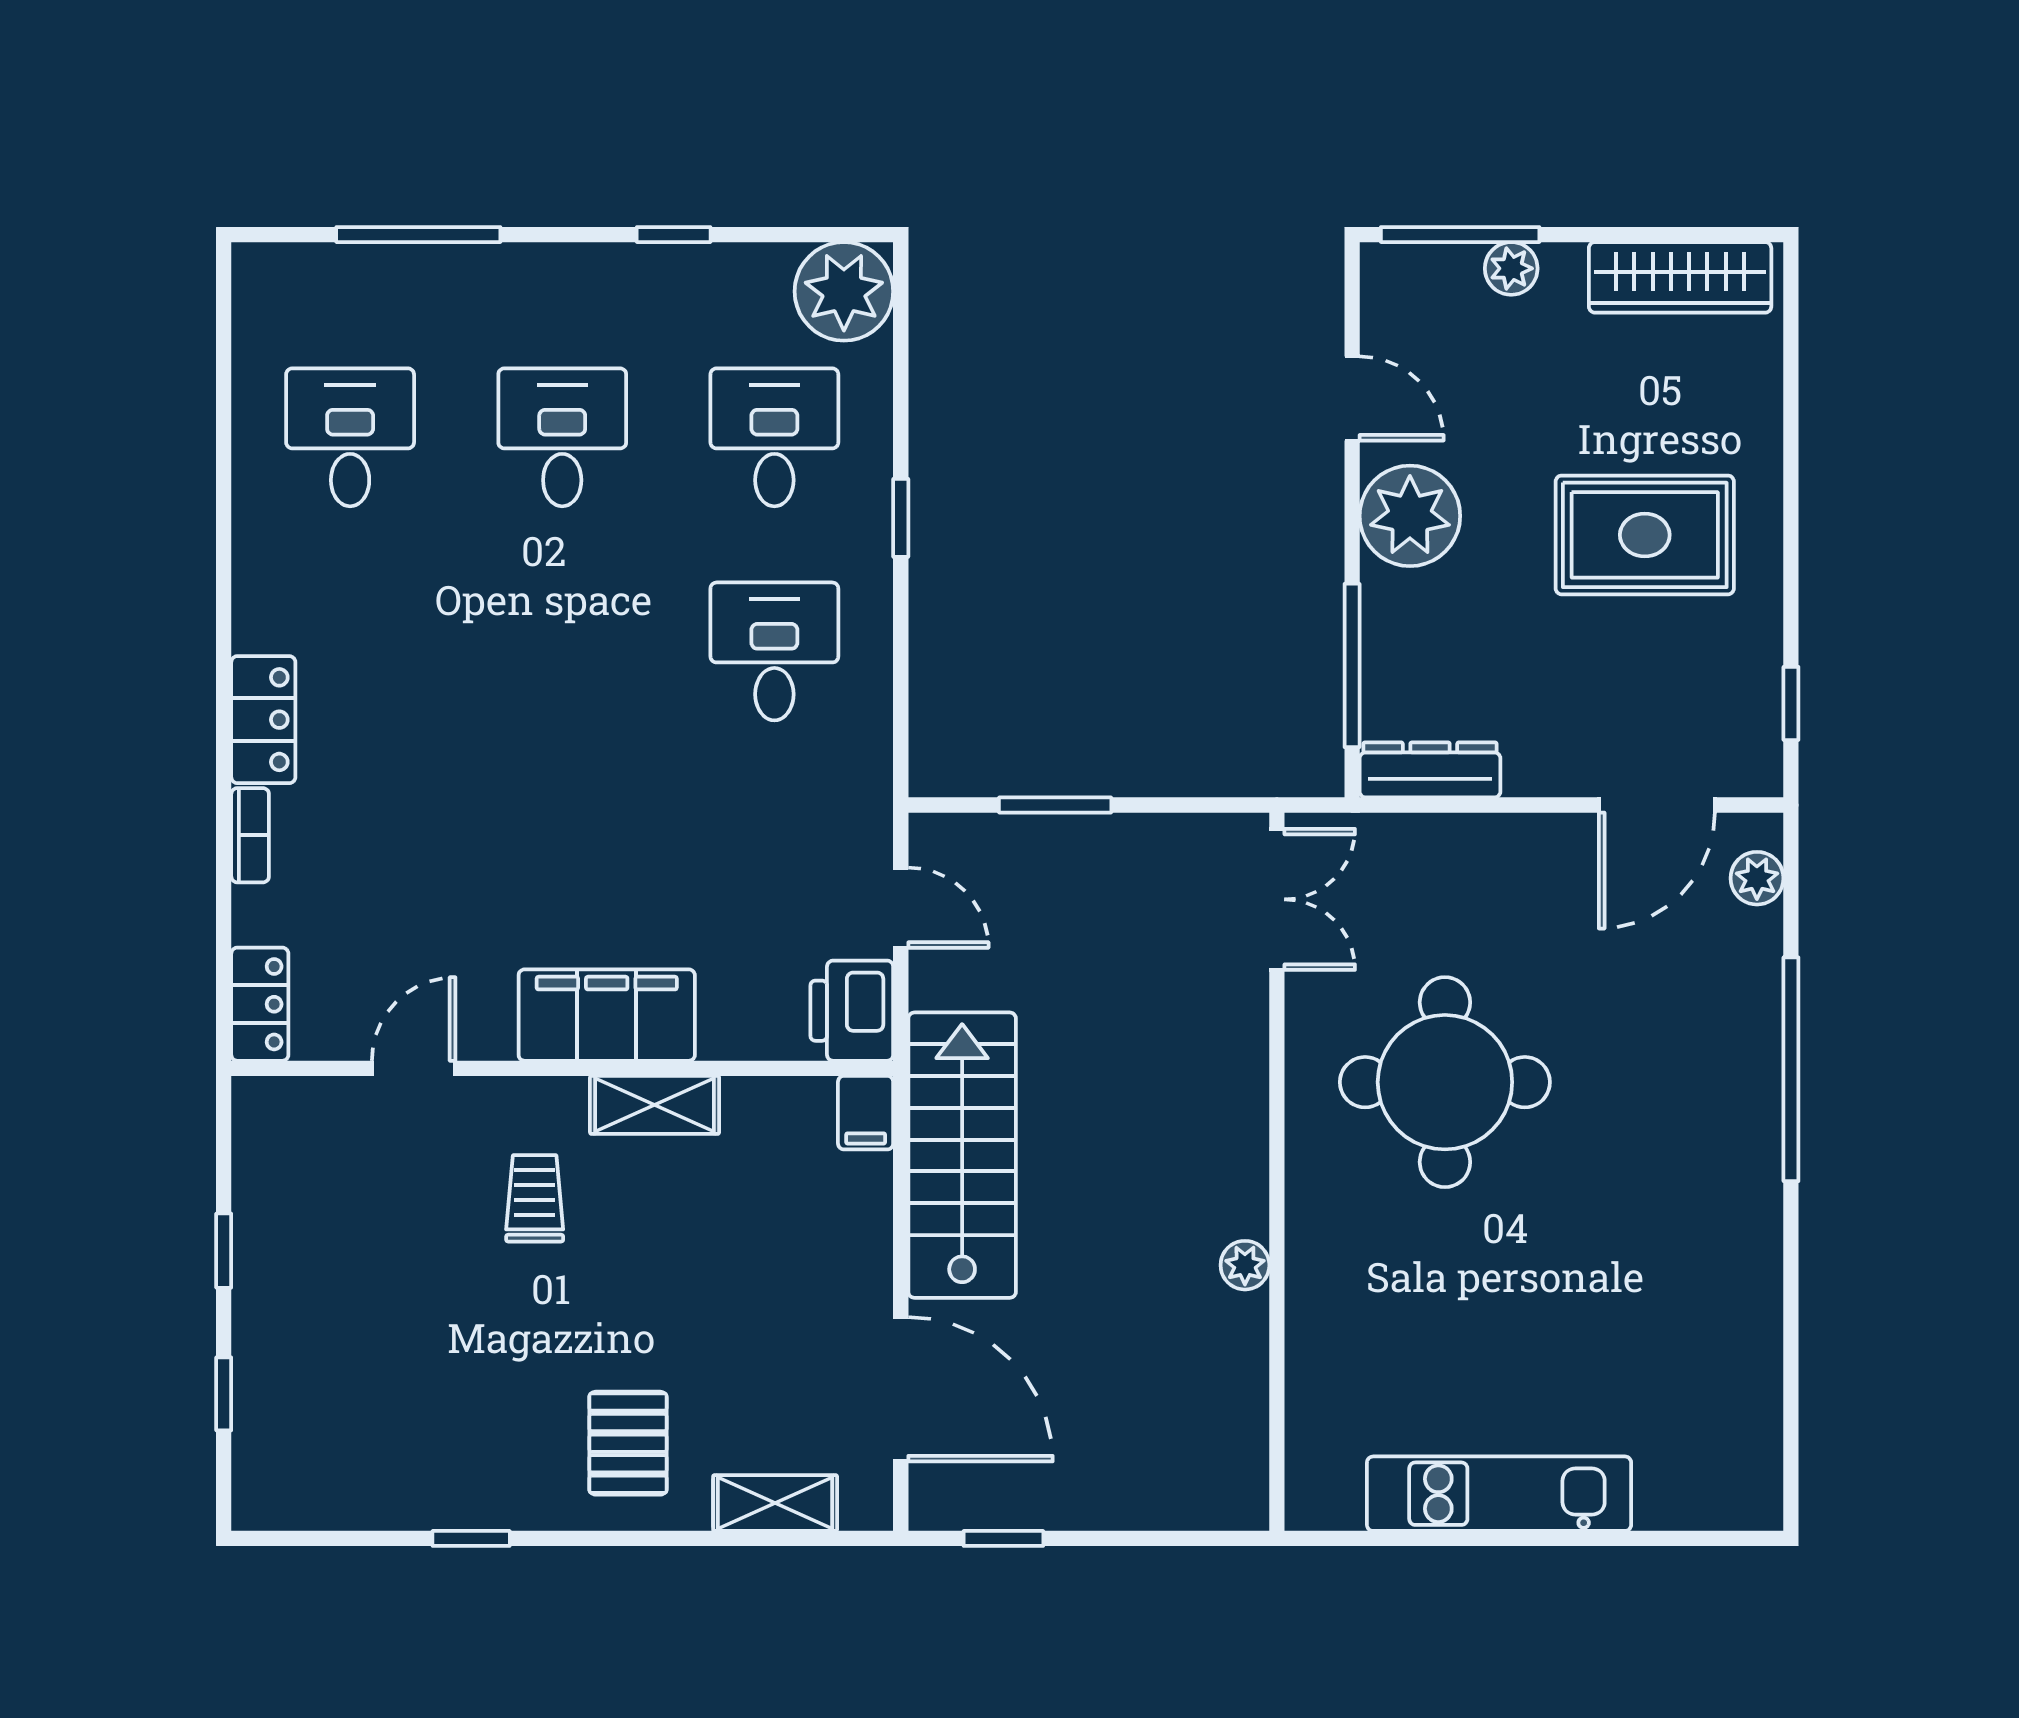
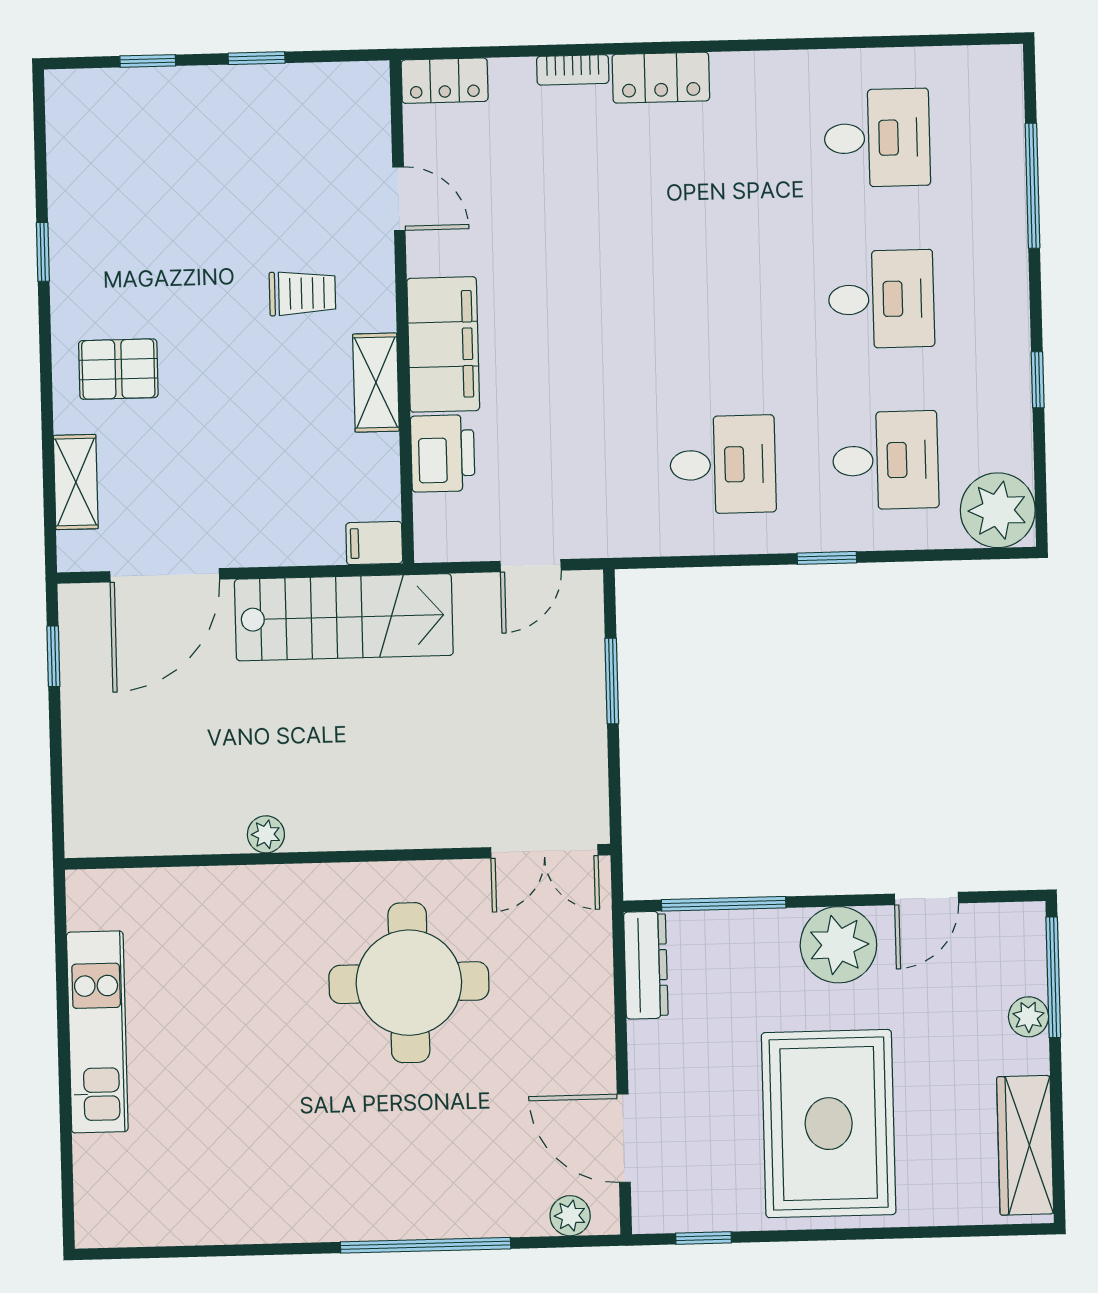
rug: (1645, 535) -> (829, 1124), width x1.37, depth x1.44
printer: (852, 1011) -> (443, 453), moved, turned 90

